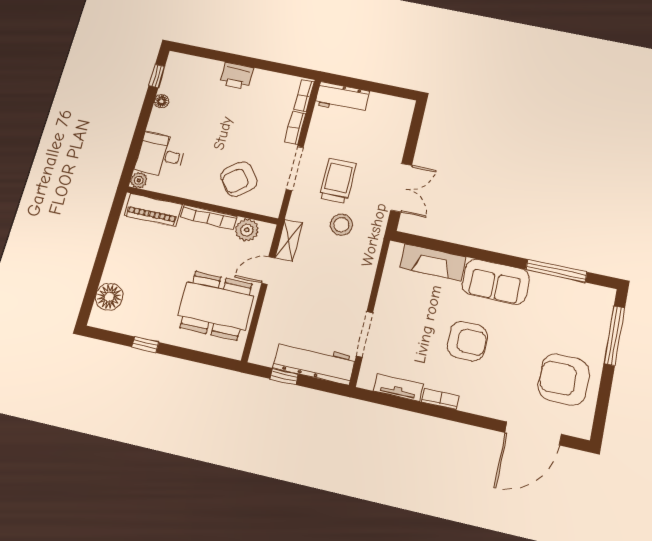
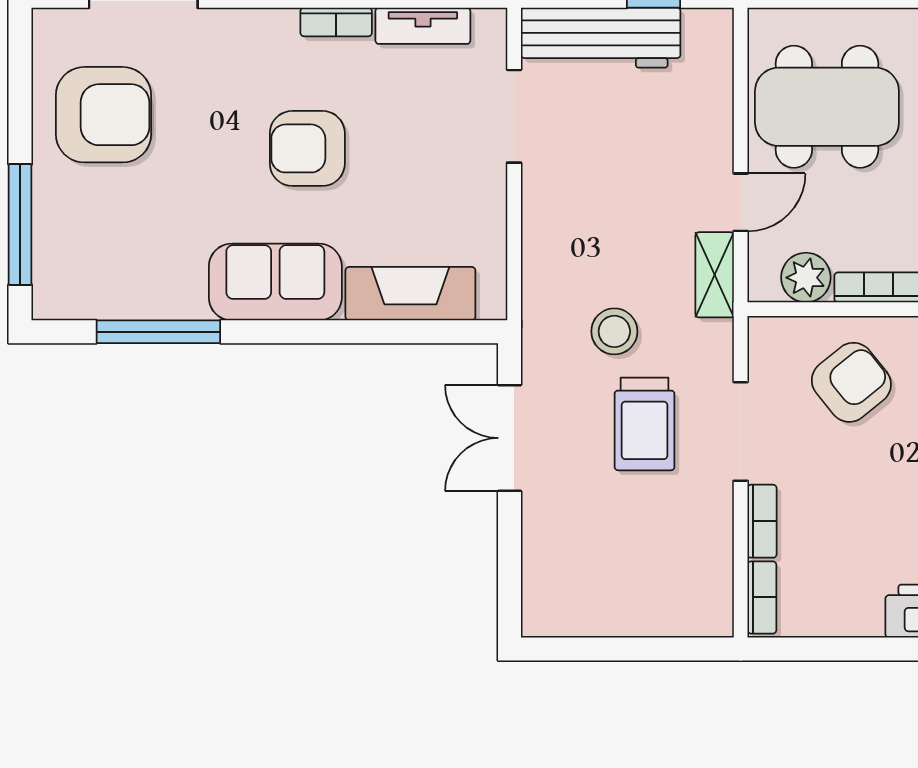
workbench: (342, 98) -> (679, 610), removed

